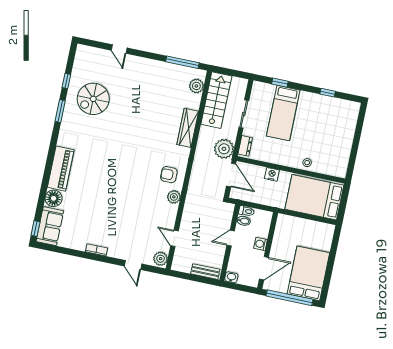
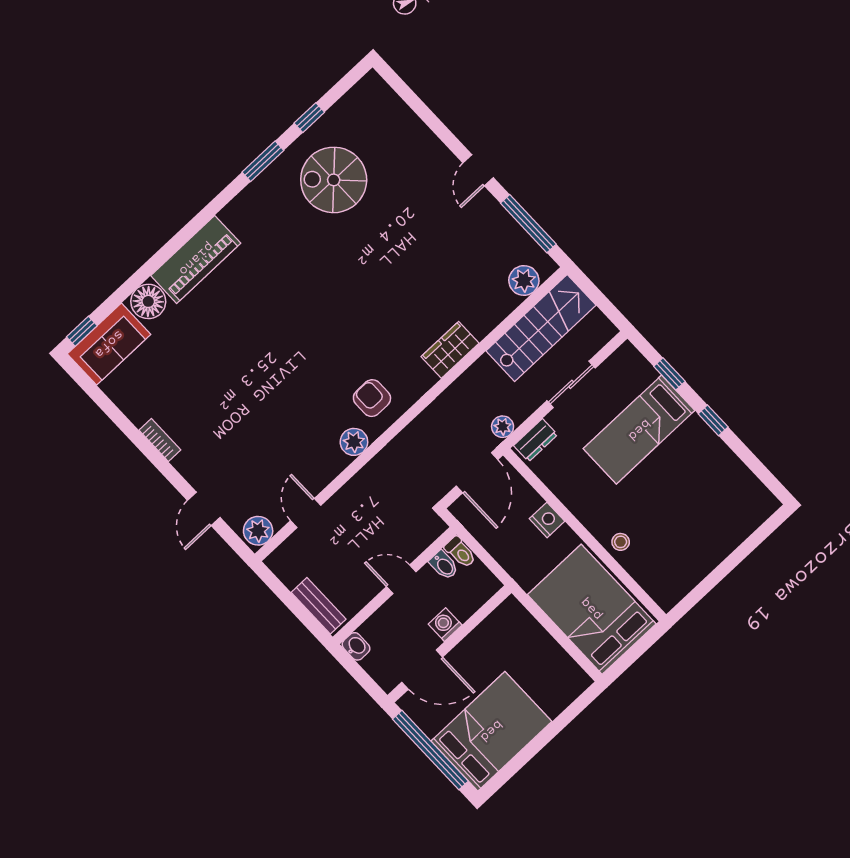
door: (119, 49) -> (478, 170), moved
window: (328, 93) -> (713, 420), moved
wardrobe: (188, 128) -> (450, 350), width x0.67
plant: (224, 149) -> (503, 427), width x0.53, depth x0.53

